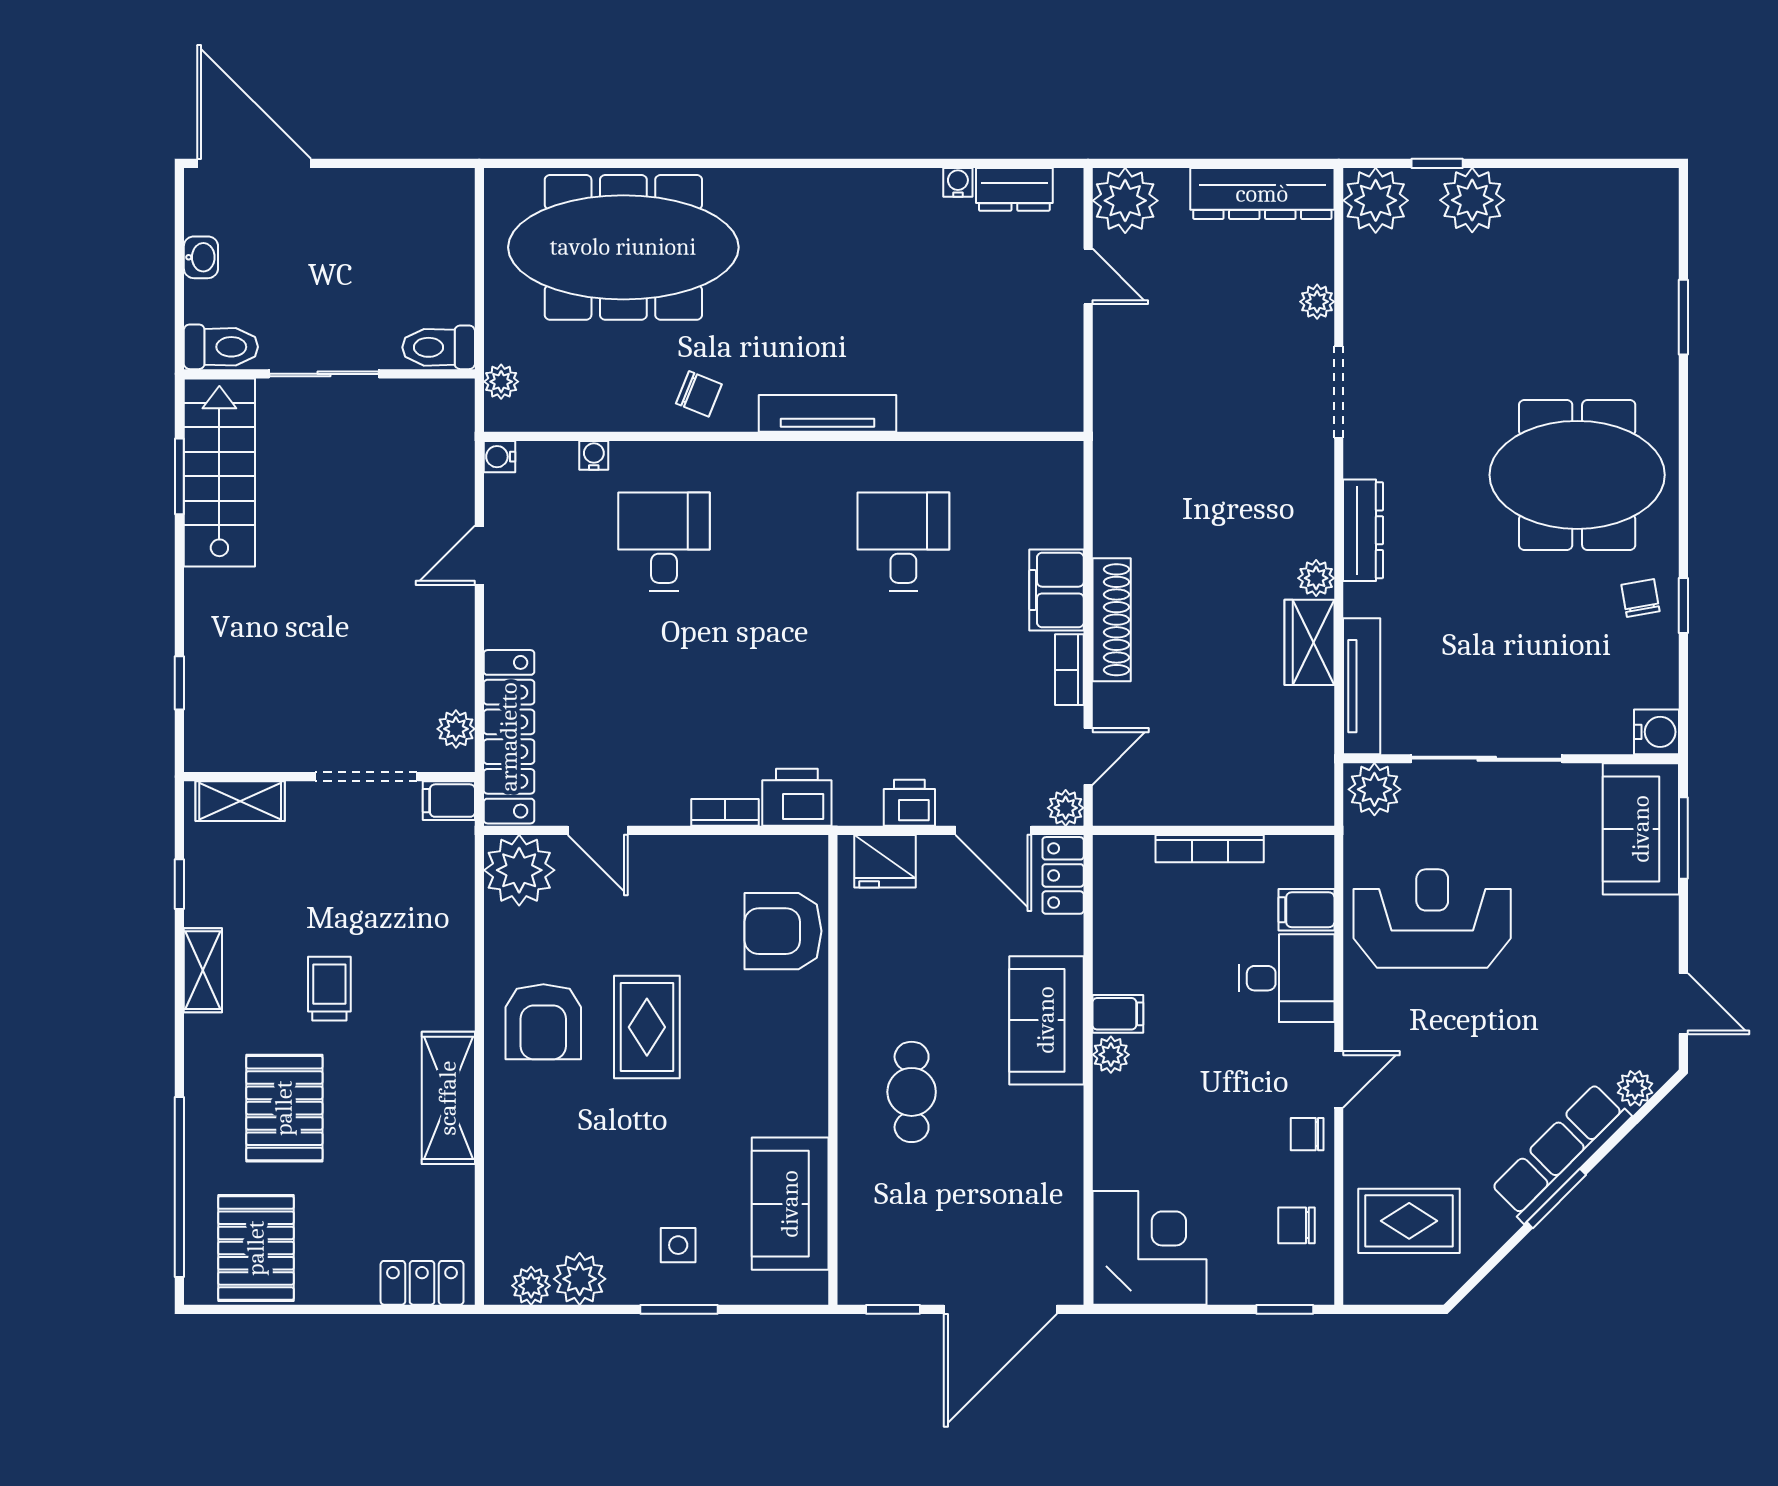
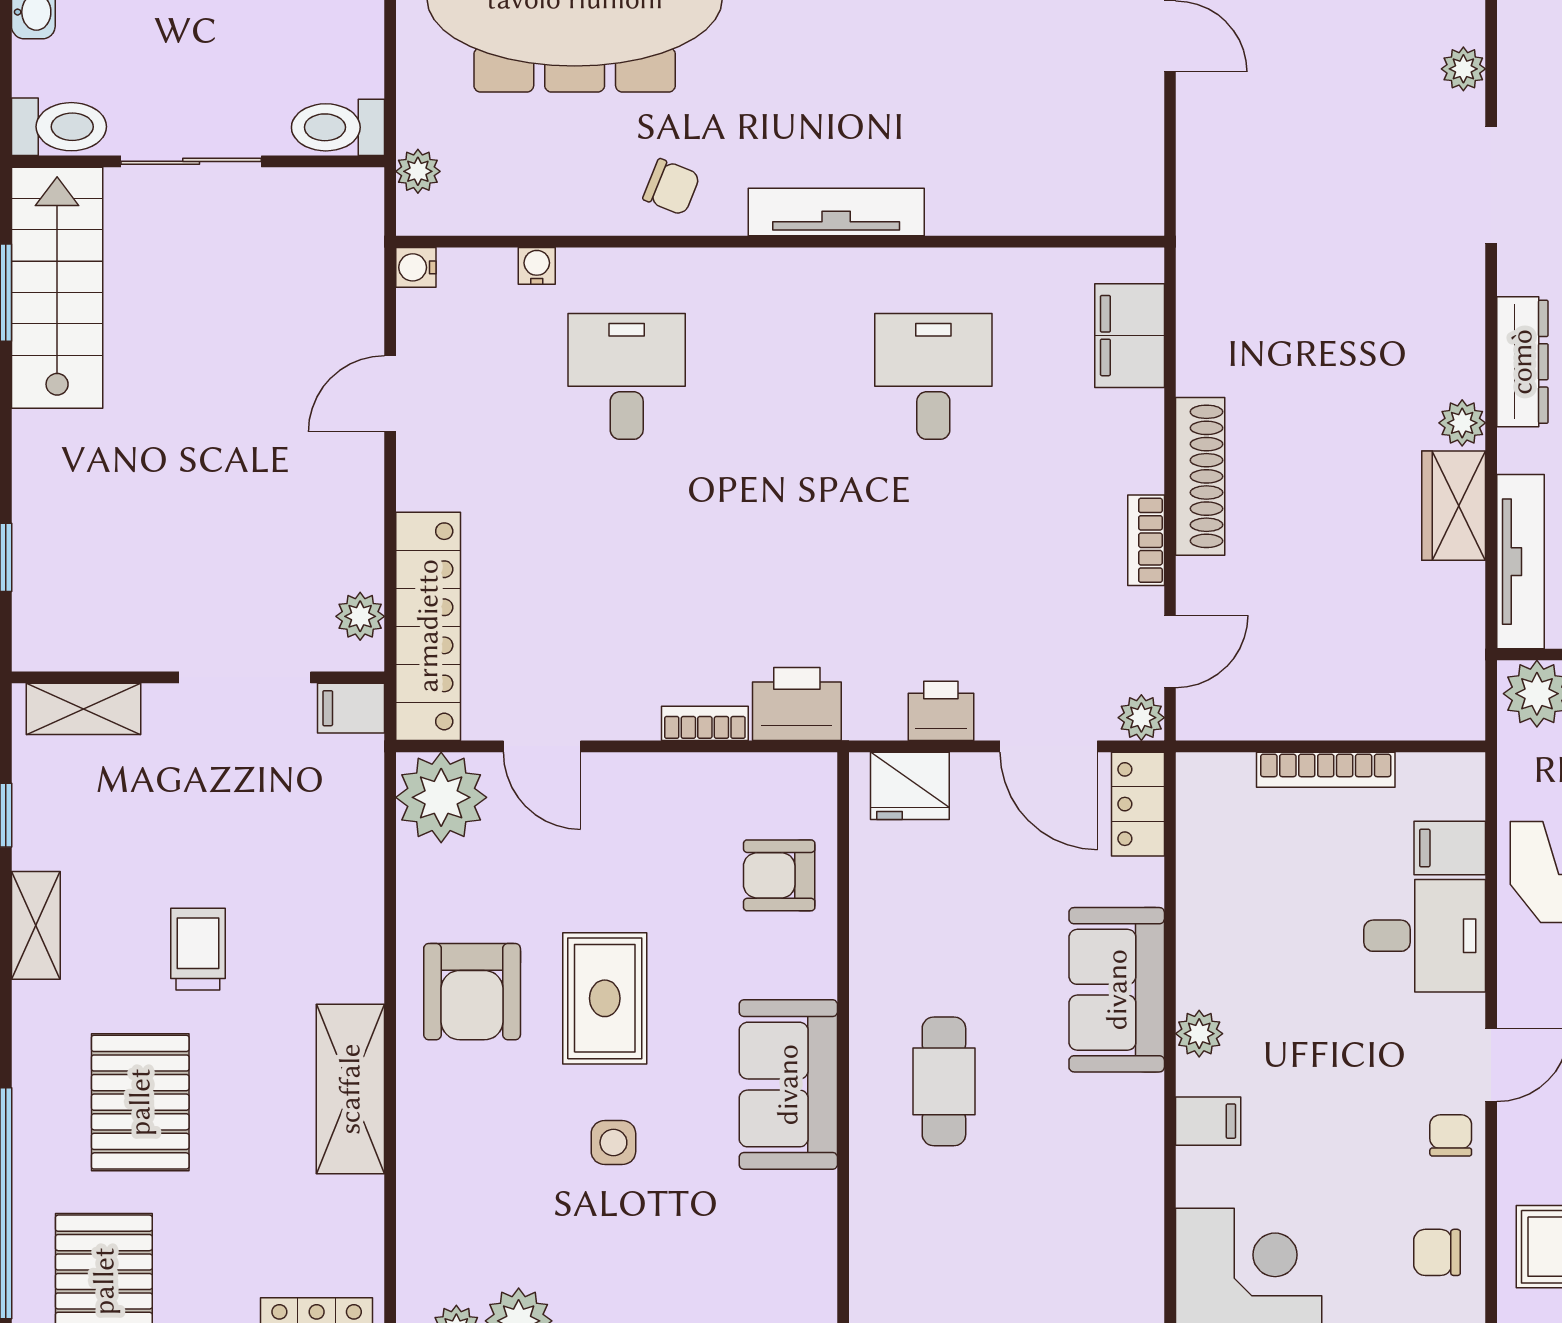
filing cabinet: (1057, 590) -> (1130, 336), moved
armchair: (783, 931) -> (779, 875), width x0.72, depth x0.72
filing cabinet: (1118, 1014) -> (1208, 1121), moved
chair: (1307, 1134) -> (1451, 1135), turned 90
sofa: (790, 1204) -> (788, 1085), moved
side table: (678, 1245) -> (613, 1143), moved

